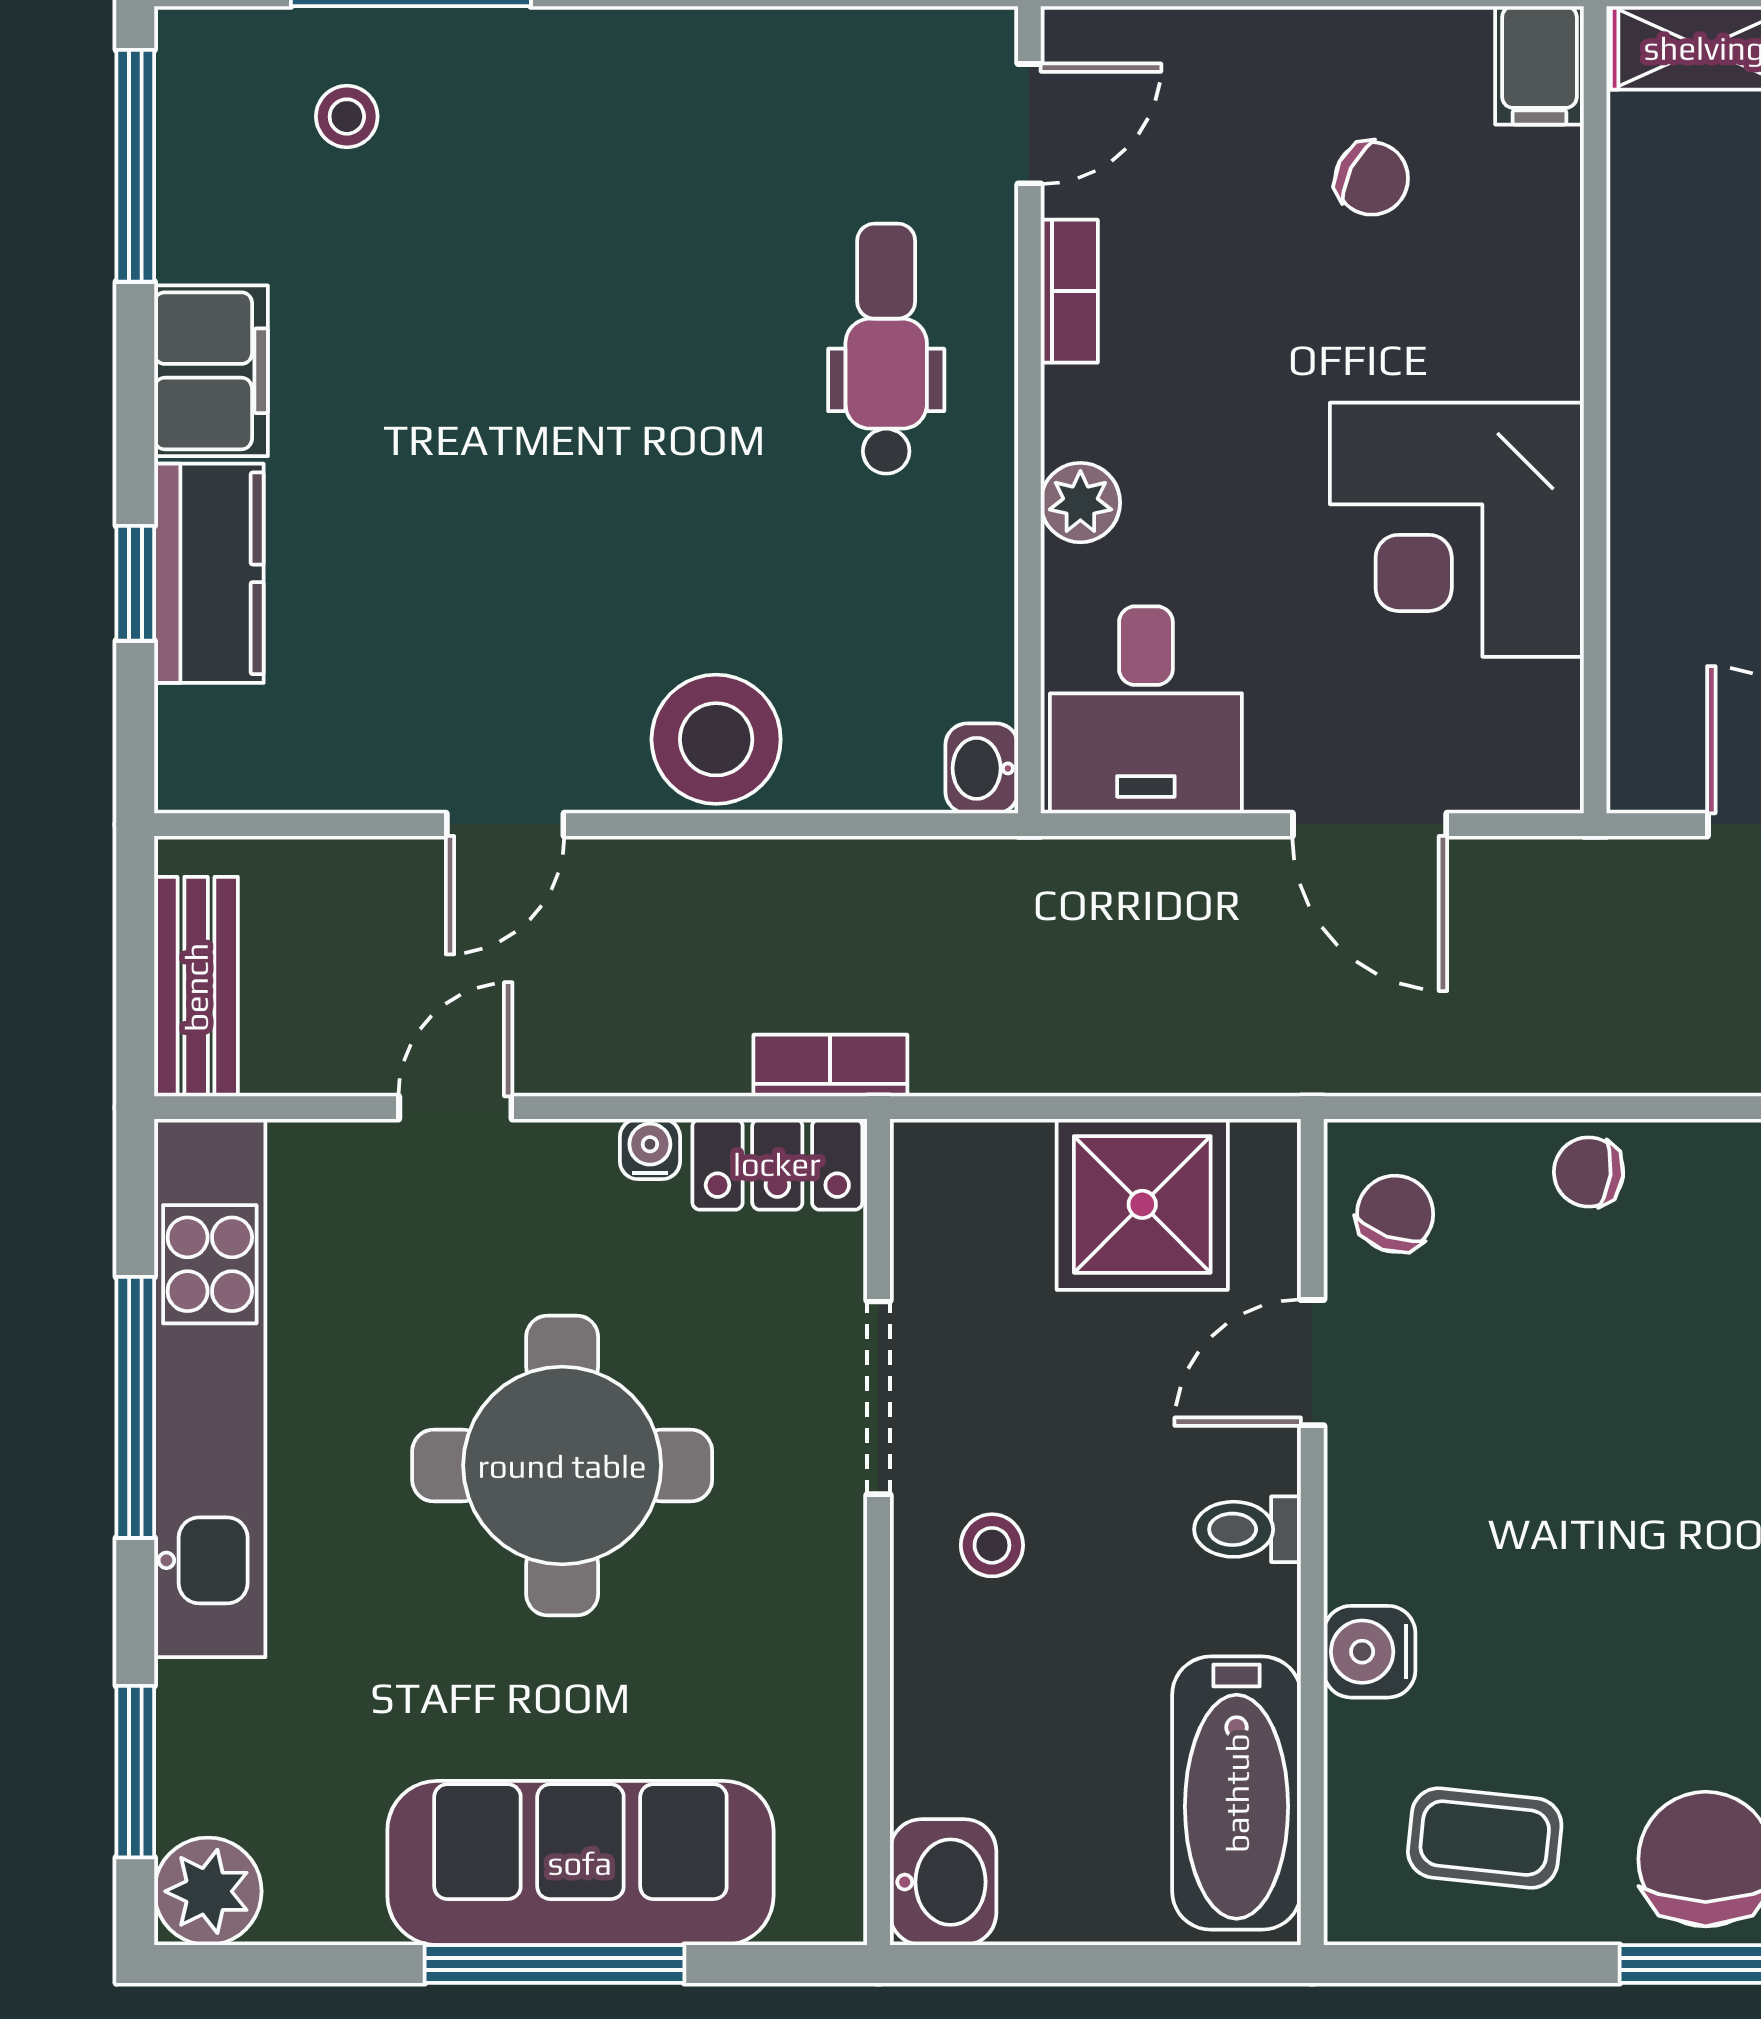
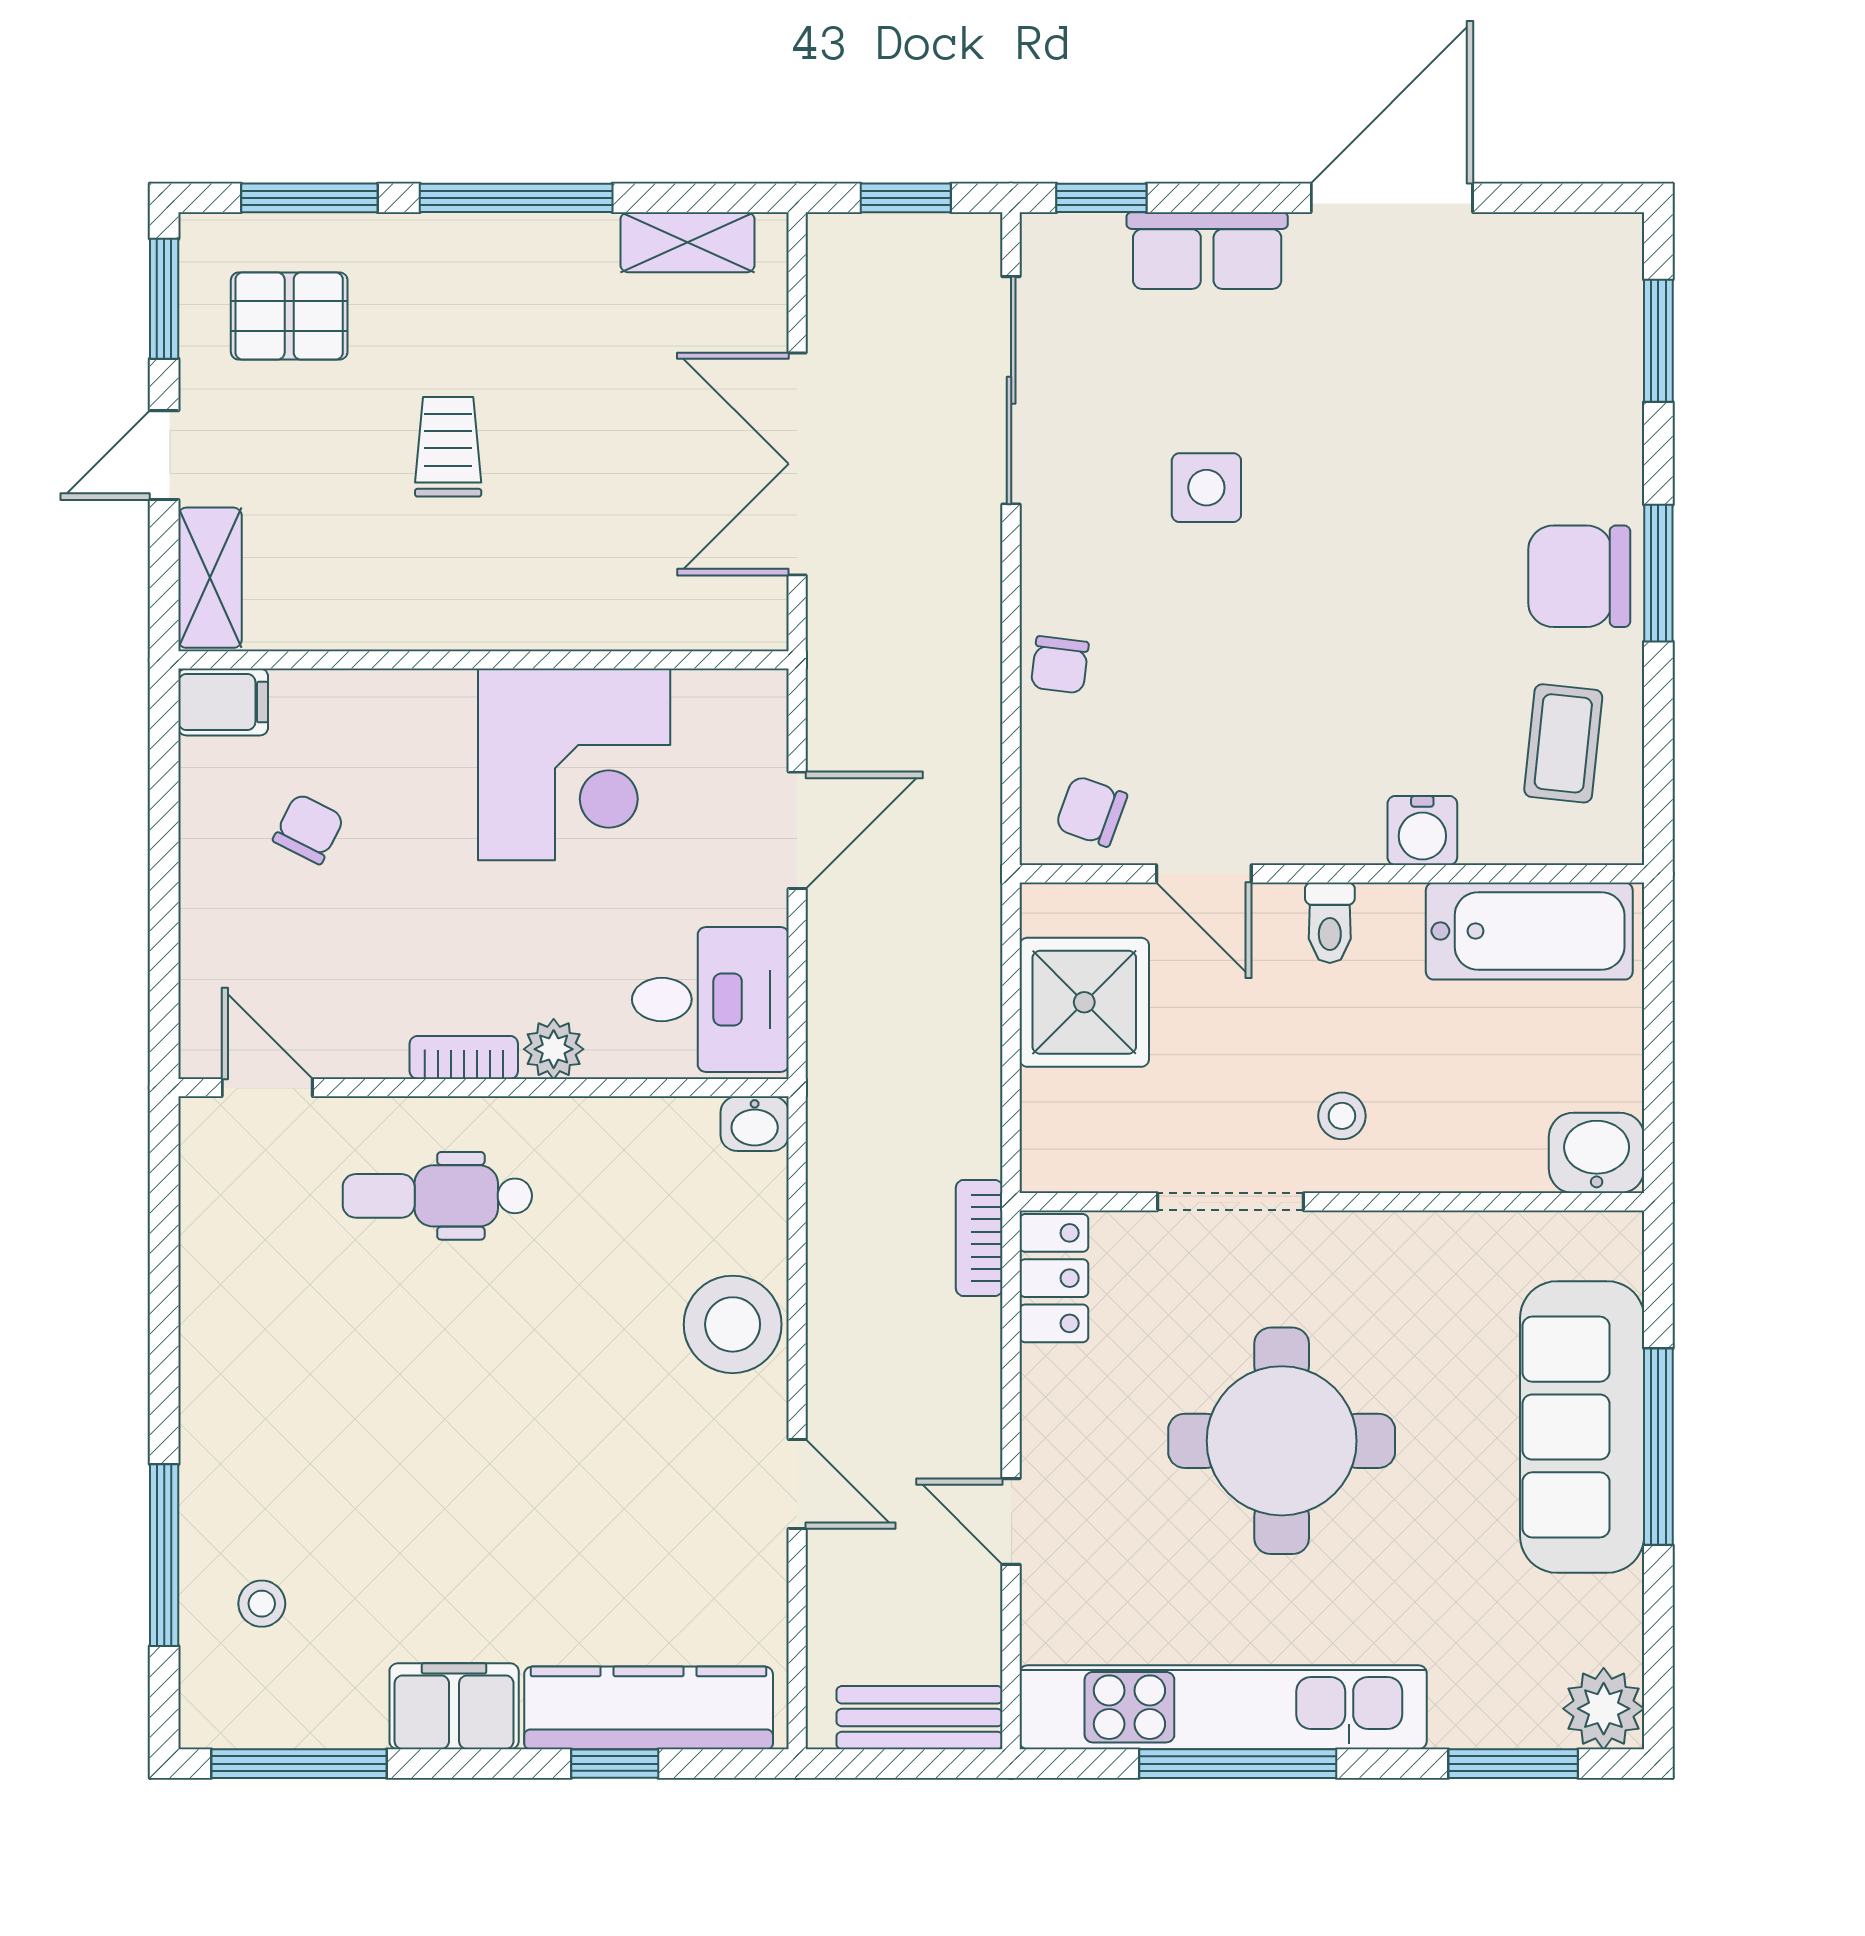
bookcase: (1069, 291) -> (464, 1057), moved
kitchen counter: (209, 573) -> (649, 1708), width x1.50
water cooler: (650, 1149) -> (1042, 1374), removed

